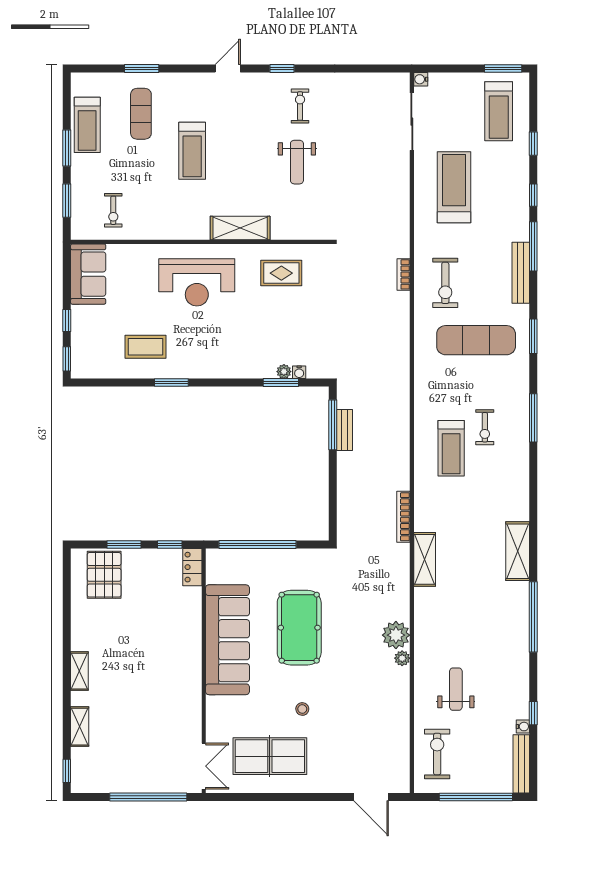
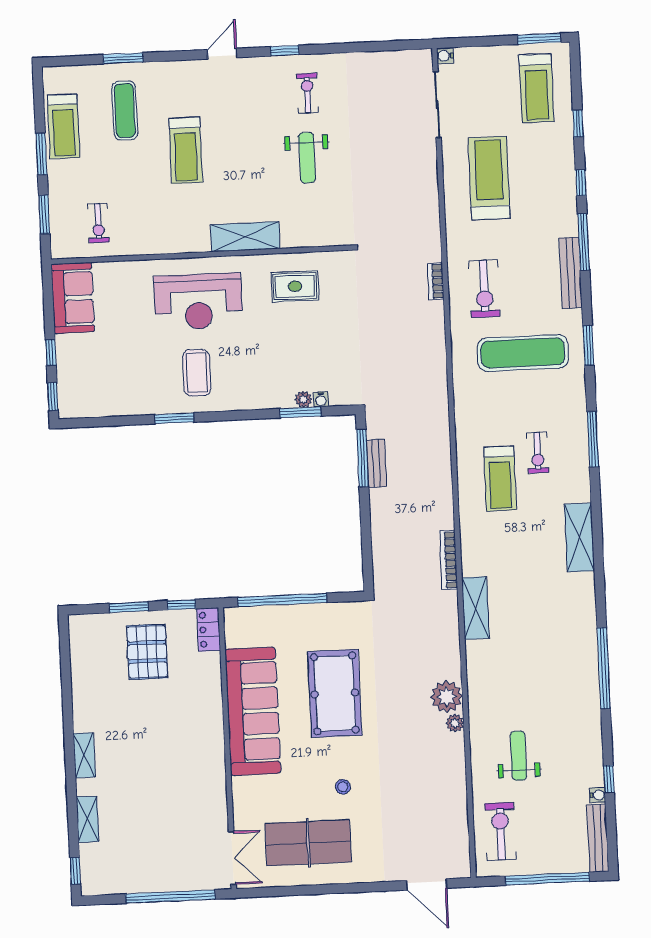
coffee table: (146, 347) -> (197, 373), moved, turned 90
shelving: (518, 551) -> (579, 538), moved
pallet: (104, 575) -> (147, 652), moved

